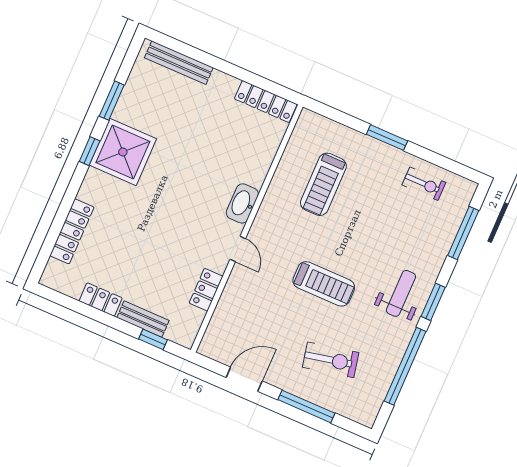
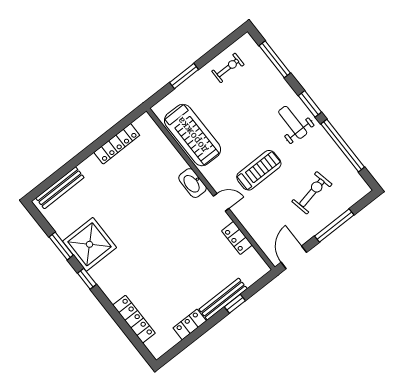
shower: (123, 152) -> (90, 244), moved
treadmill: (323, 184) -> (192, 135), width x1.37, depth x1.38
washbasin: (242, 203) -> (192, 183), moved
wall: (247, 228) -> (211, 189), moved
door: (238, 249) -> (221, 202), moved
locker: (206, 290) -> (237, 238), moved
bench: (143, 319) -> (223, 299), width x1.36

